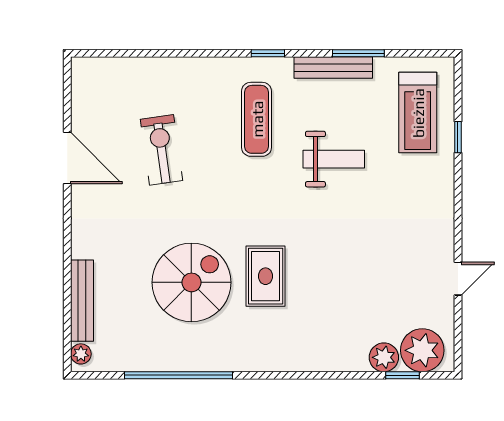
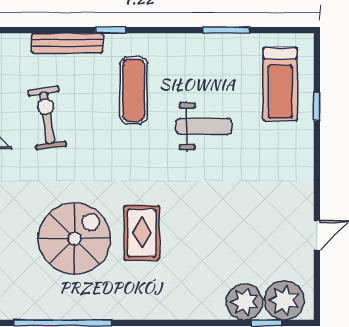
window: (268, 53) -> (111, 30), moved
bench: (333, 68) -> (67, 43), moved
plant: (384, 357) -> (245, 302), width x1.36, depth x1.36

